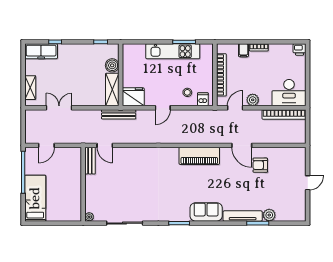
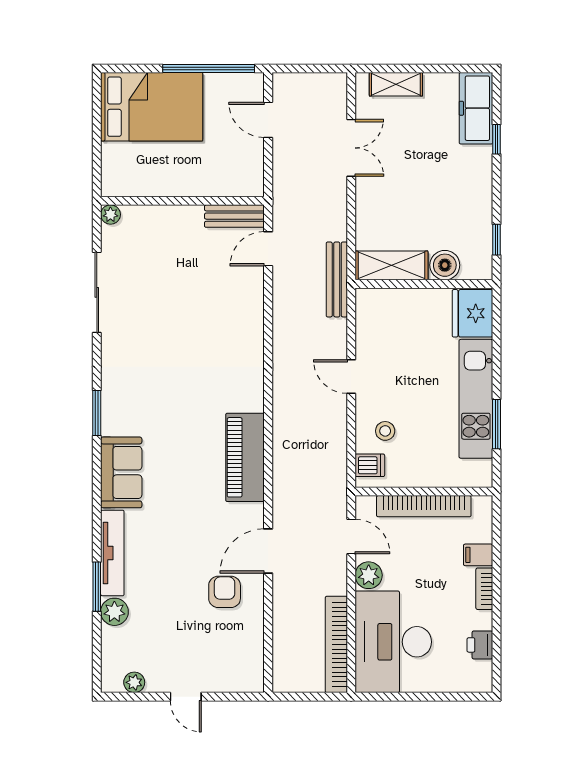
printer: (300, 49) -> (480, 645), moved
desk: (289, 93) -> (393, 642), width x1.36, depth x1.30
fridge: (133, 97) -> (472, 313), moved, turned 180
bed: (35, 198) -> (152, 107), width x1.50
plant: (301, 206) -> (134, 682), added

